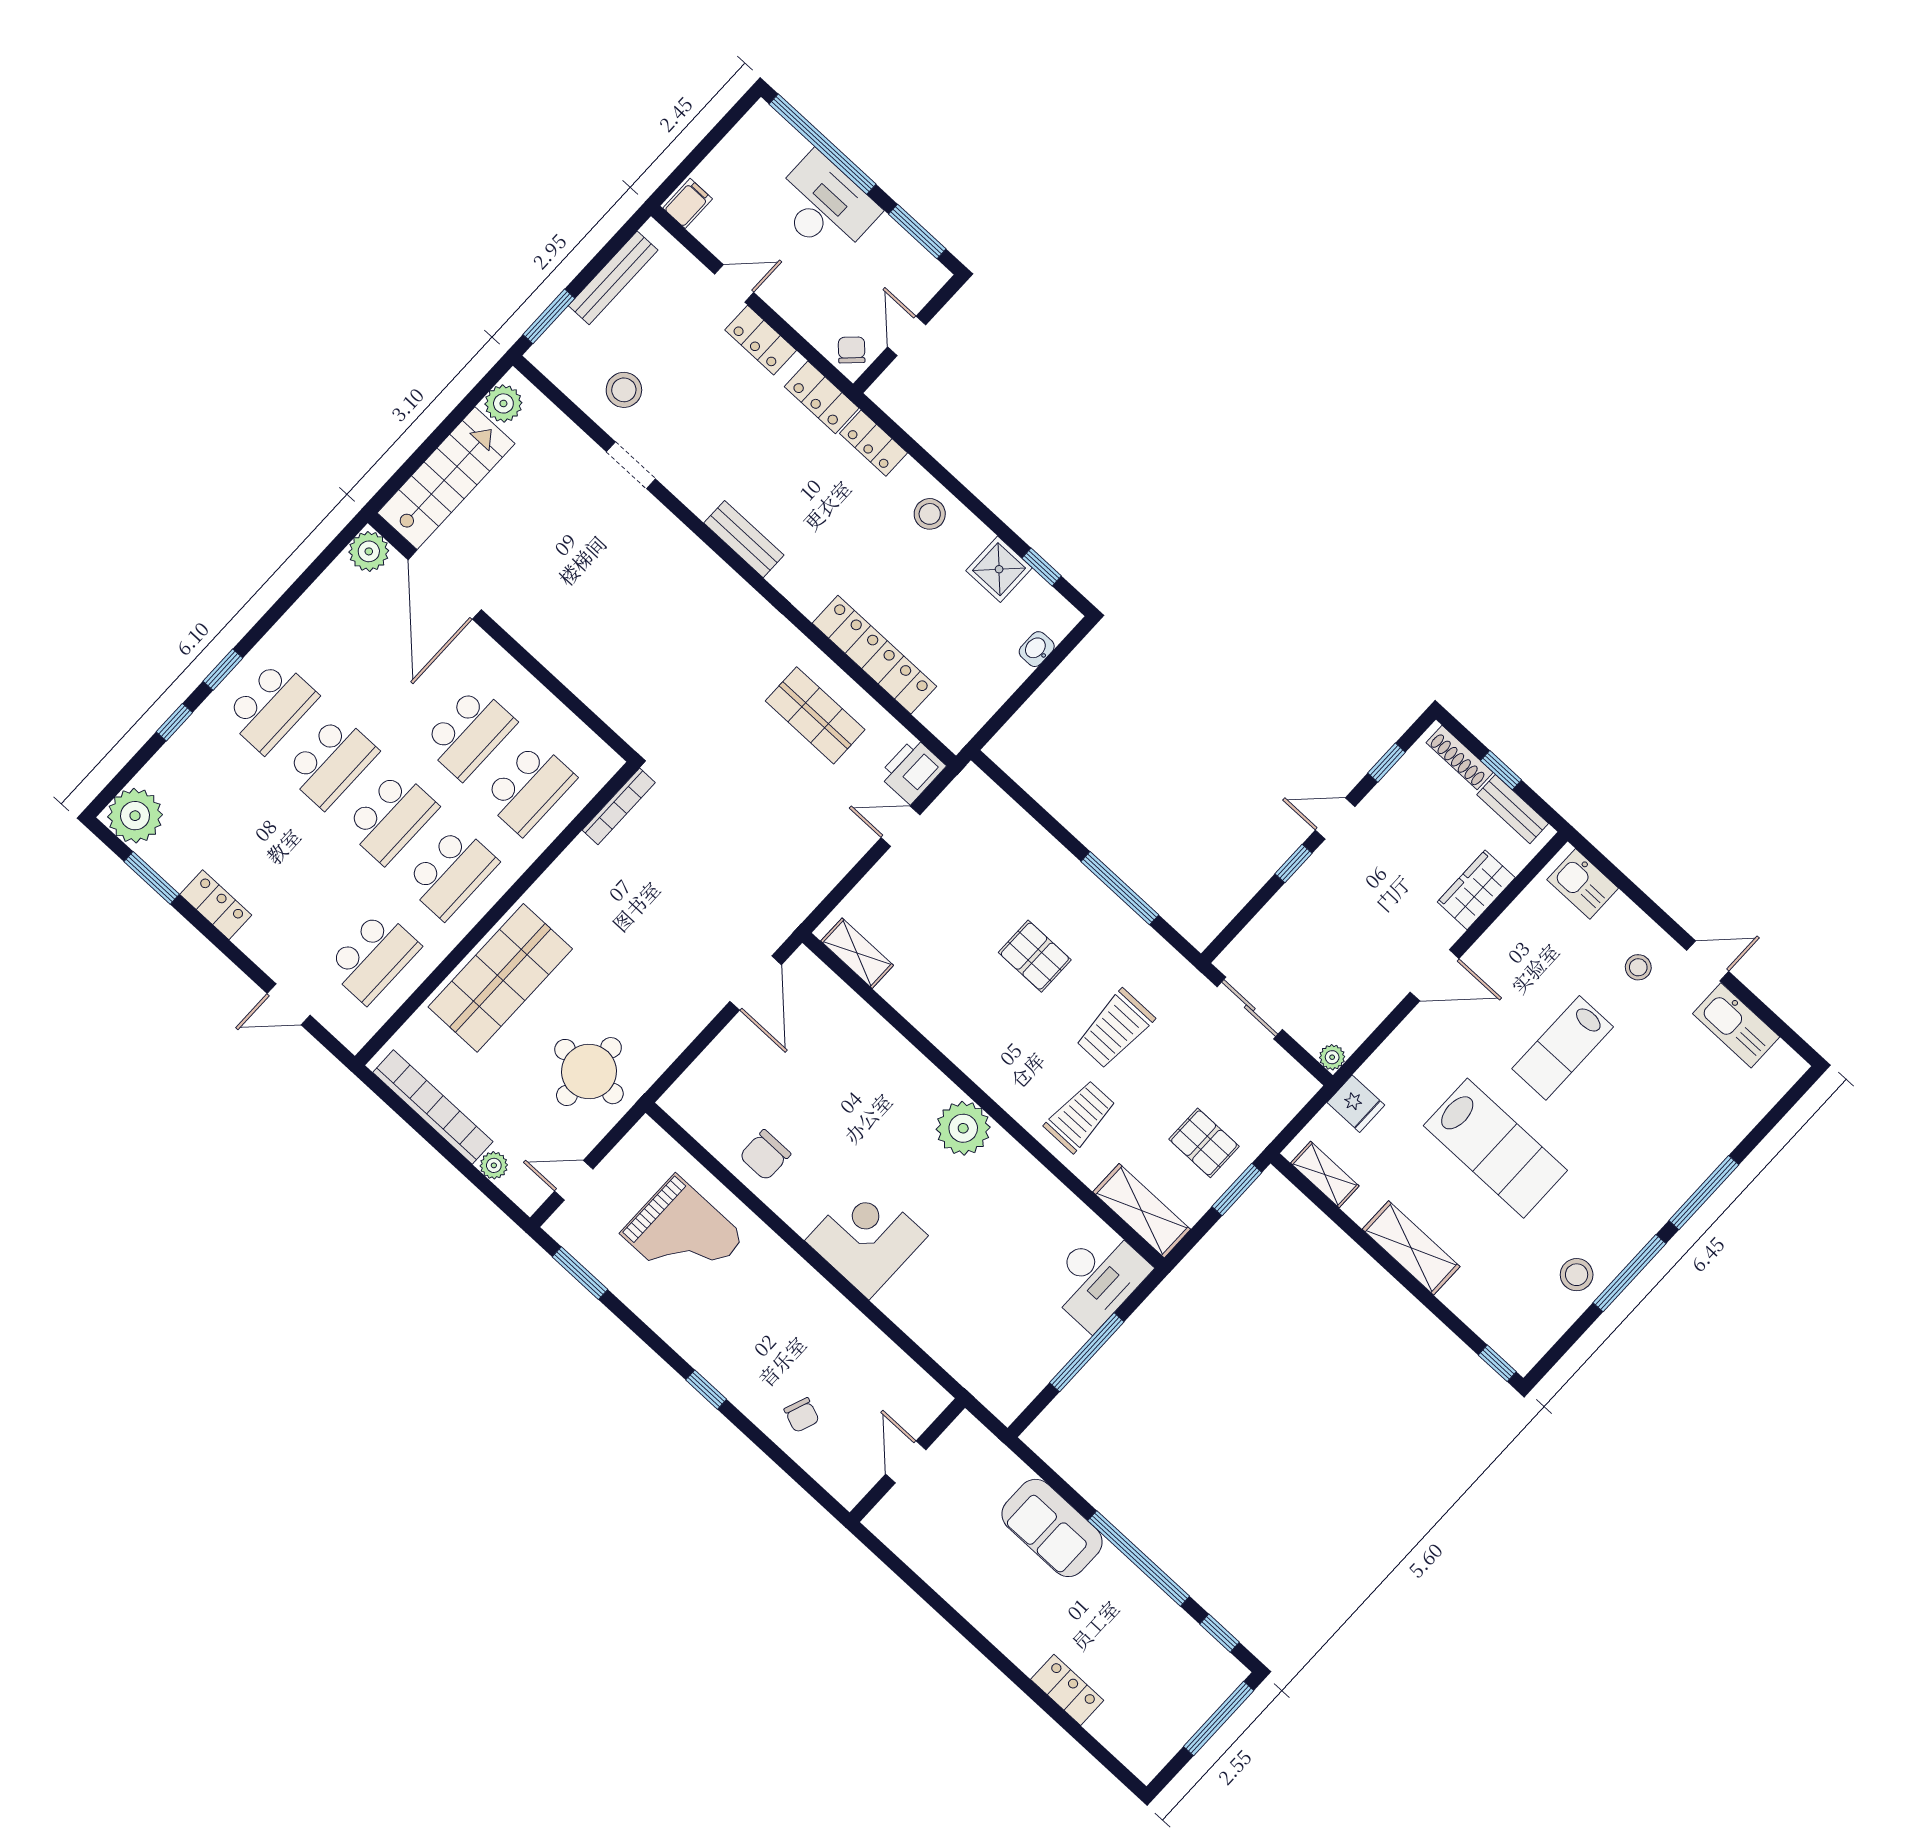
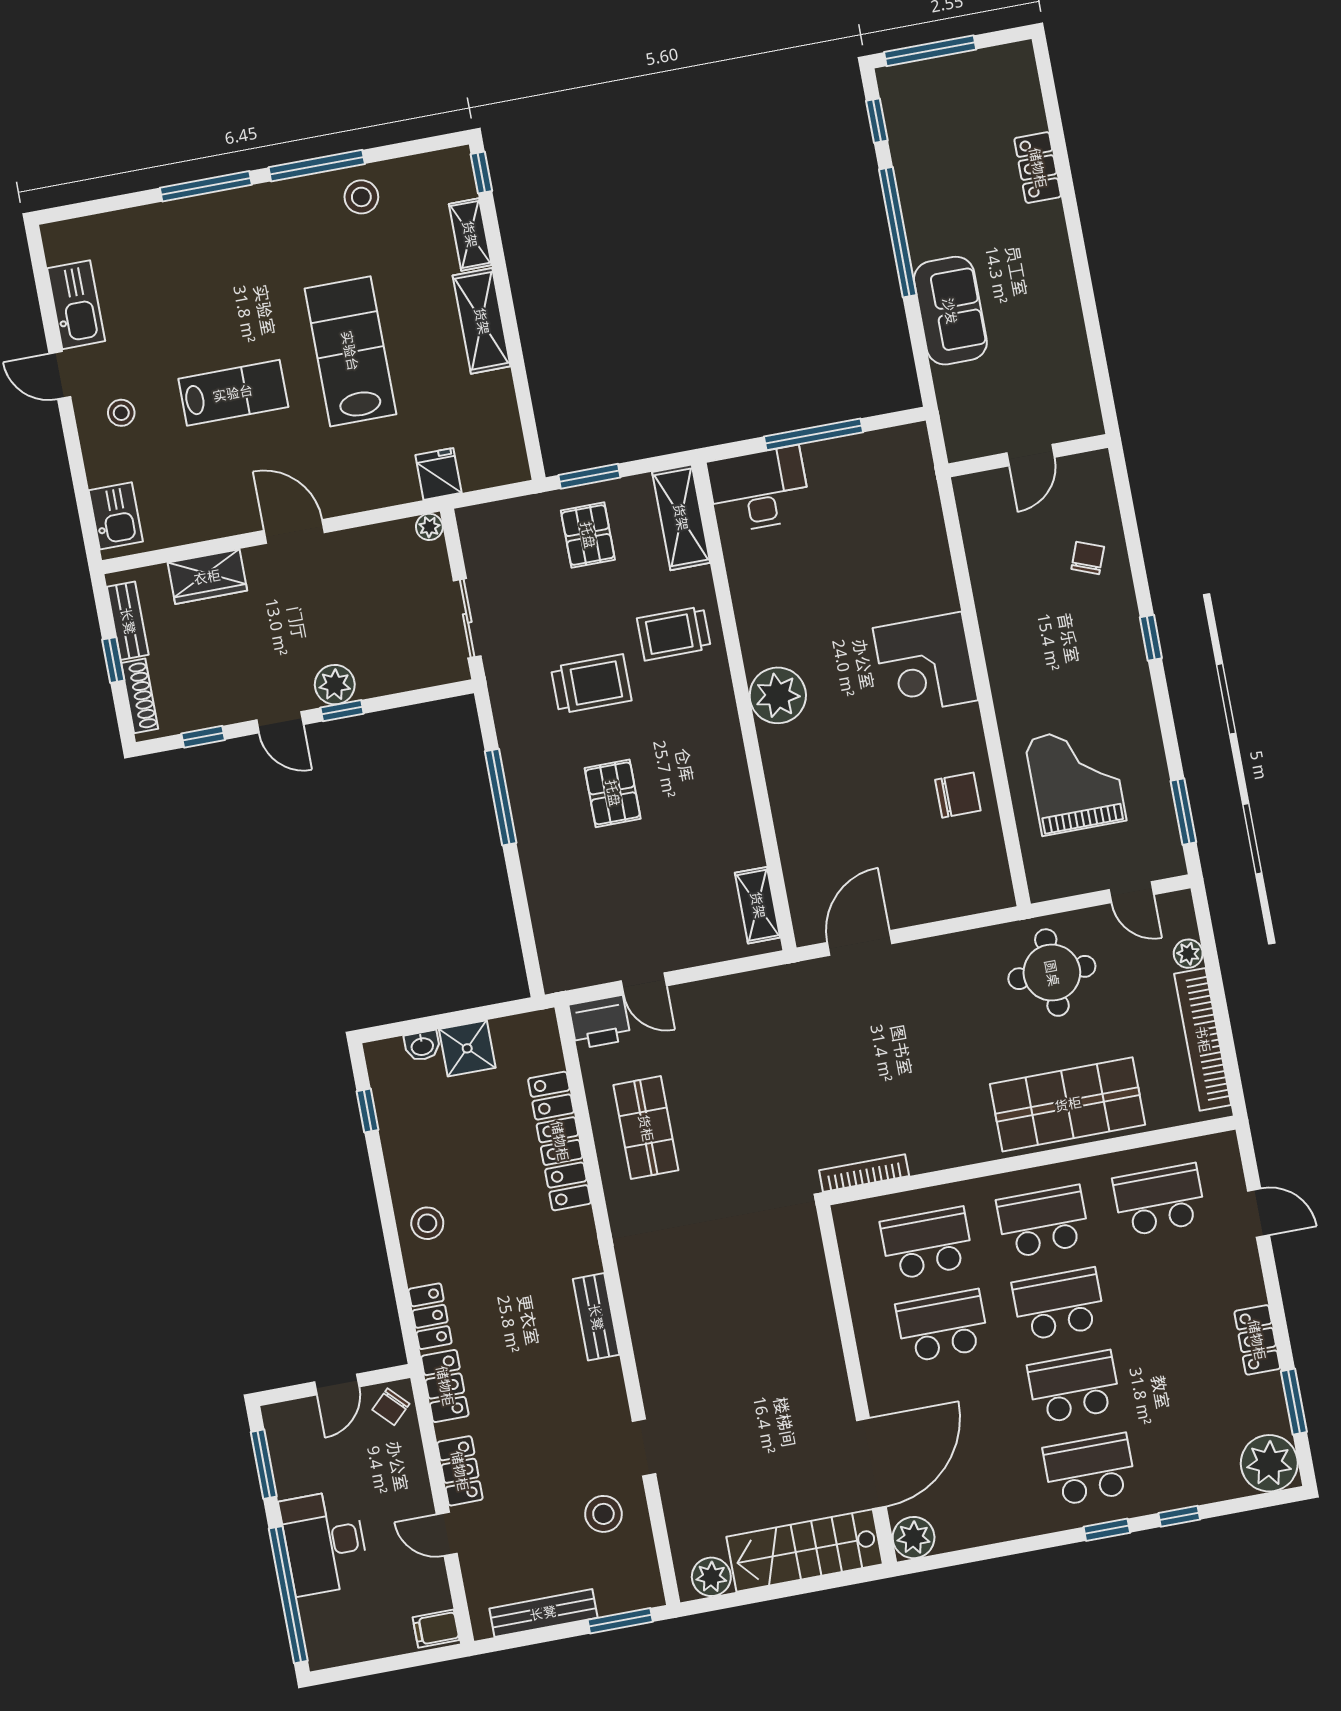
shower: (999, 569) -> (467, 1048), moved
plant: (1314, 880) -> (335, 685), added
shelving: (1325, 1175) -> (470, 234), moved

